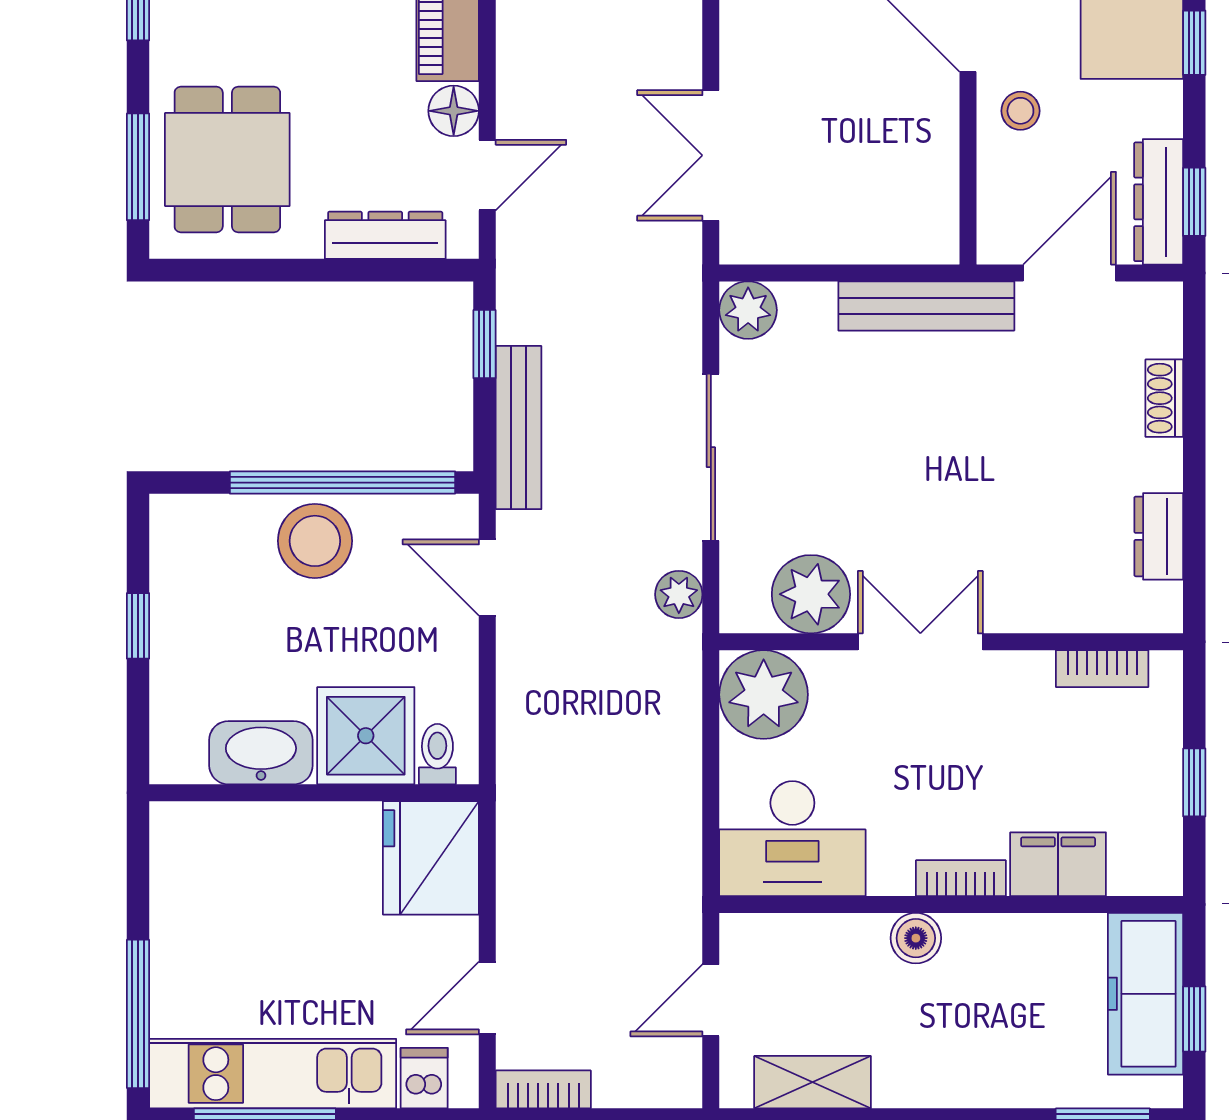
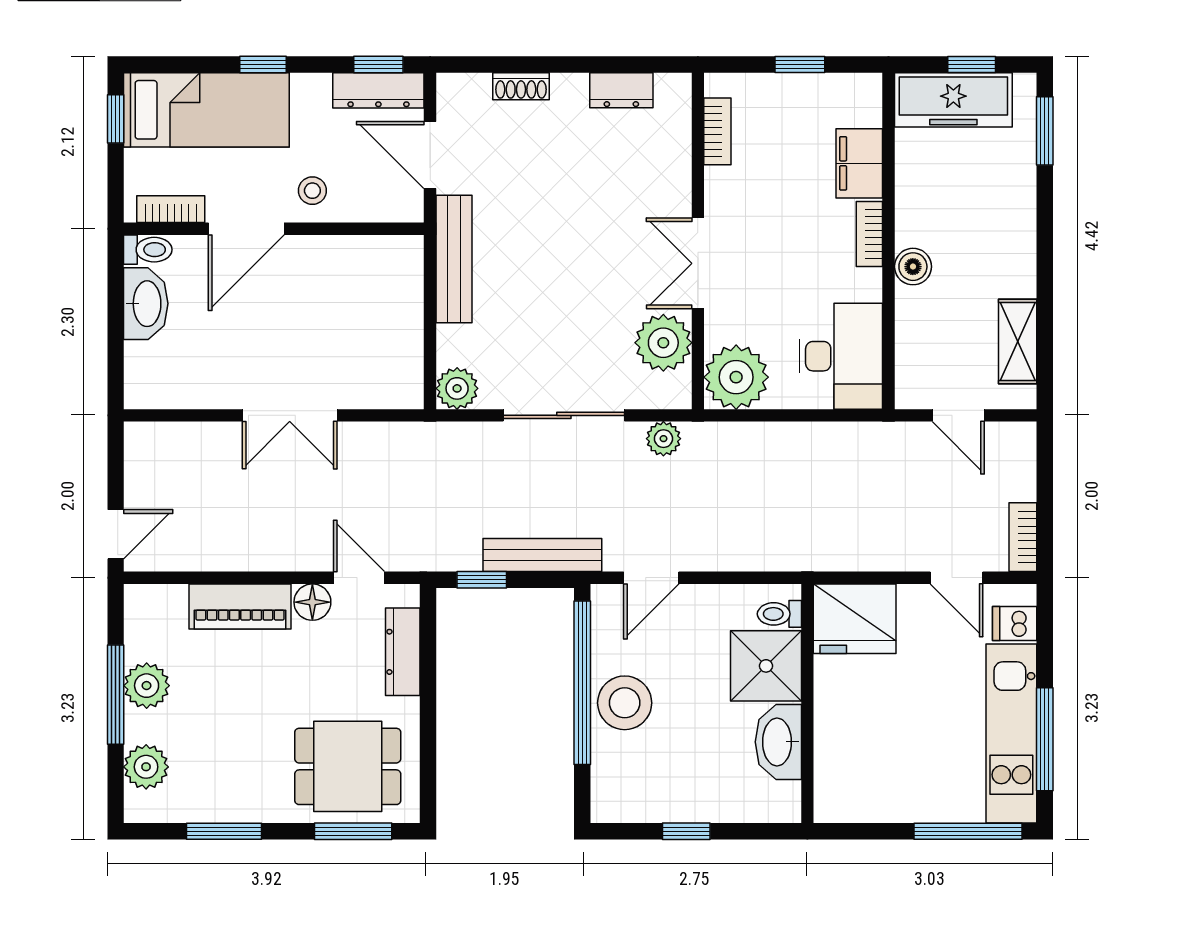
double door: (711, 155) -> (290, 415), moved

